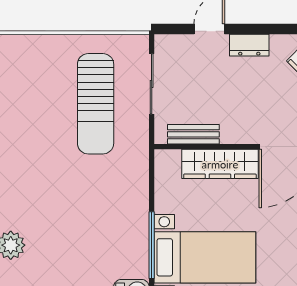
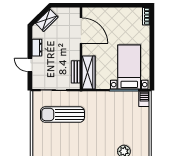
sun lounger: (96, 104) -> (62, 114), turned 180
wardrobe: (220, 164) -> (89, 72), moved

